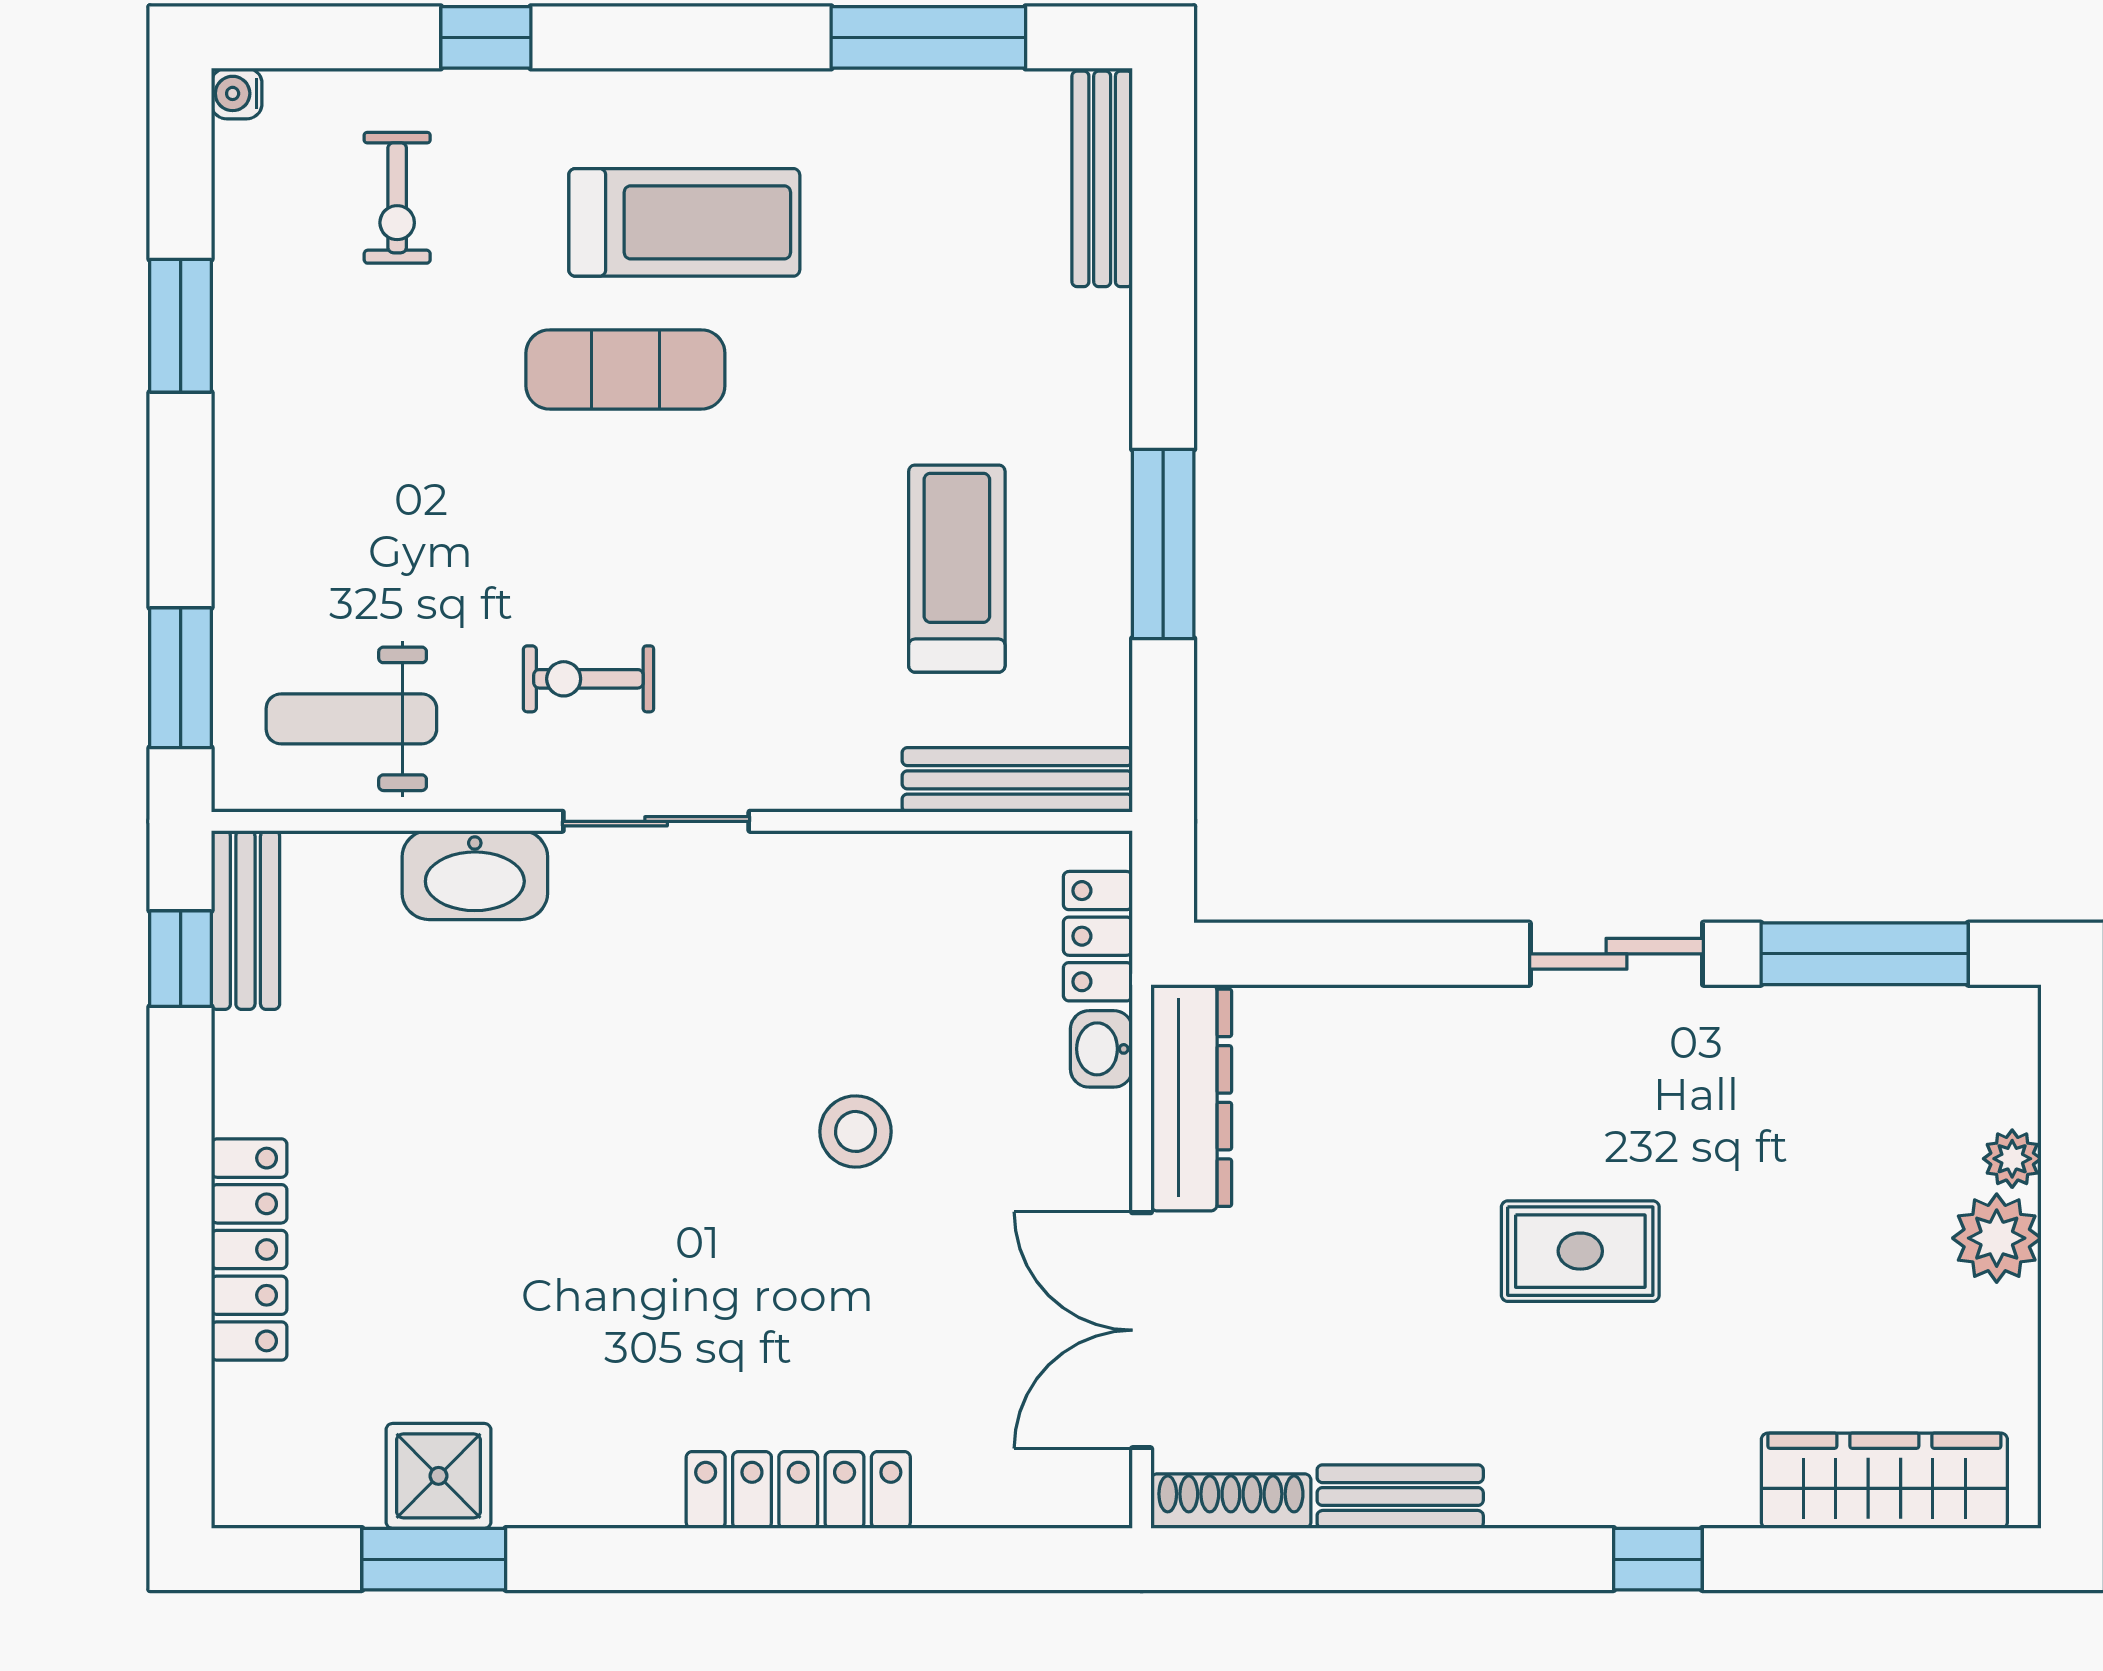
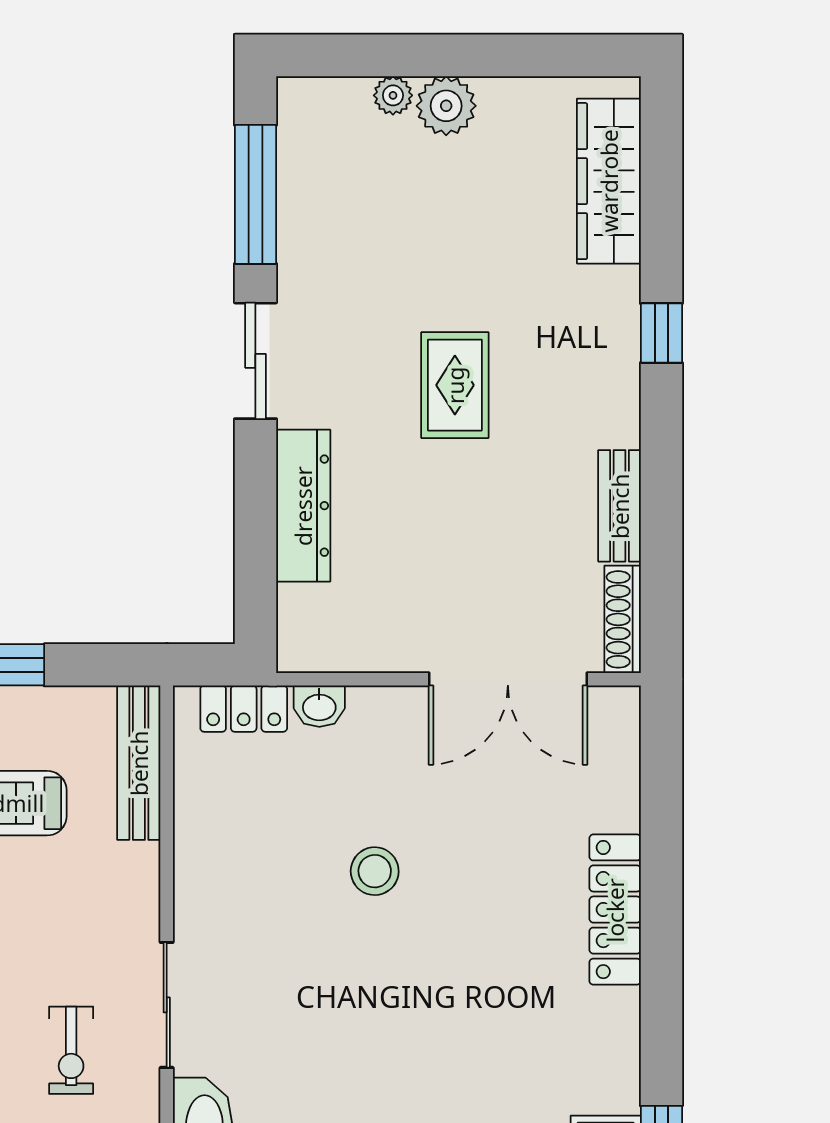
dresser: (1191, 1098) -> (303, 506), moved, turned 90

